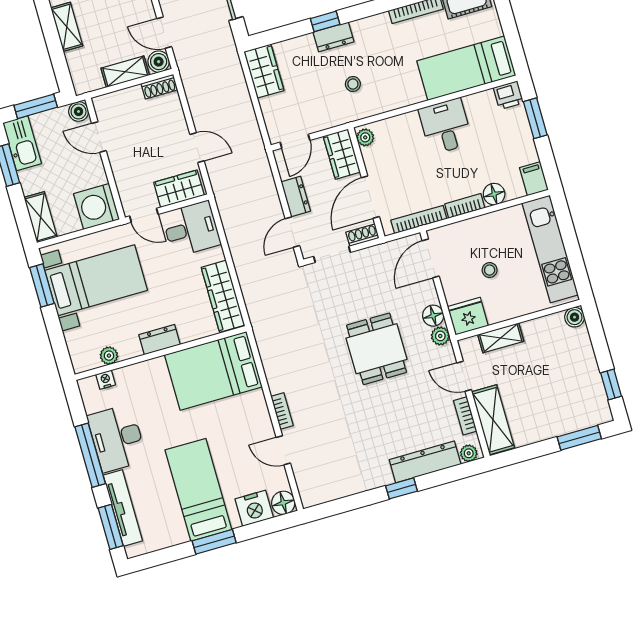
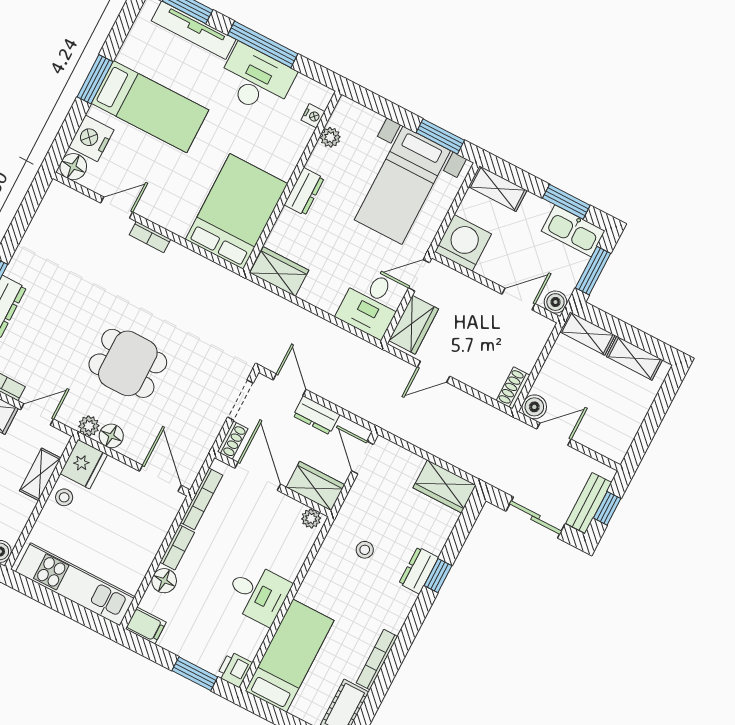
shelving: (125, 72) -> (587, 334), moved, turned 90
stool: (490, 270) -> (64, 497), moved
wardrobe: (223, 296) -> (279, 272), width x0.67

